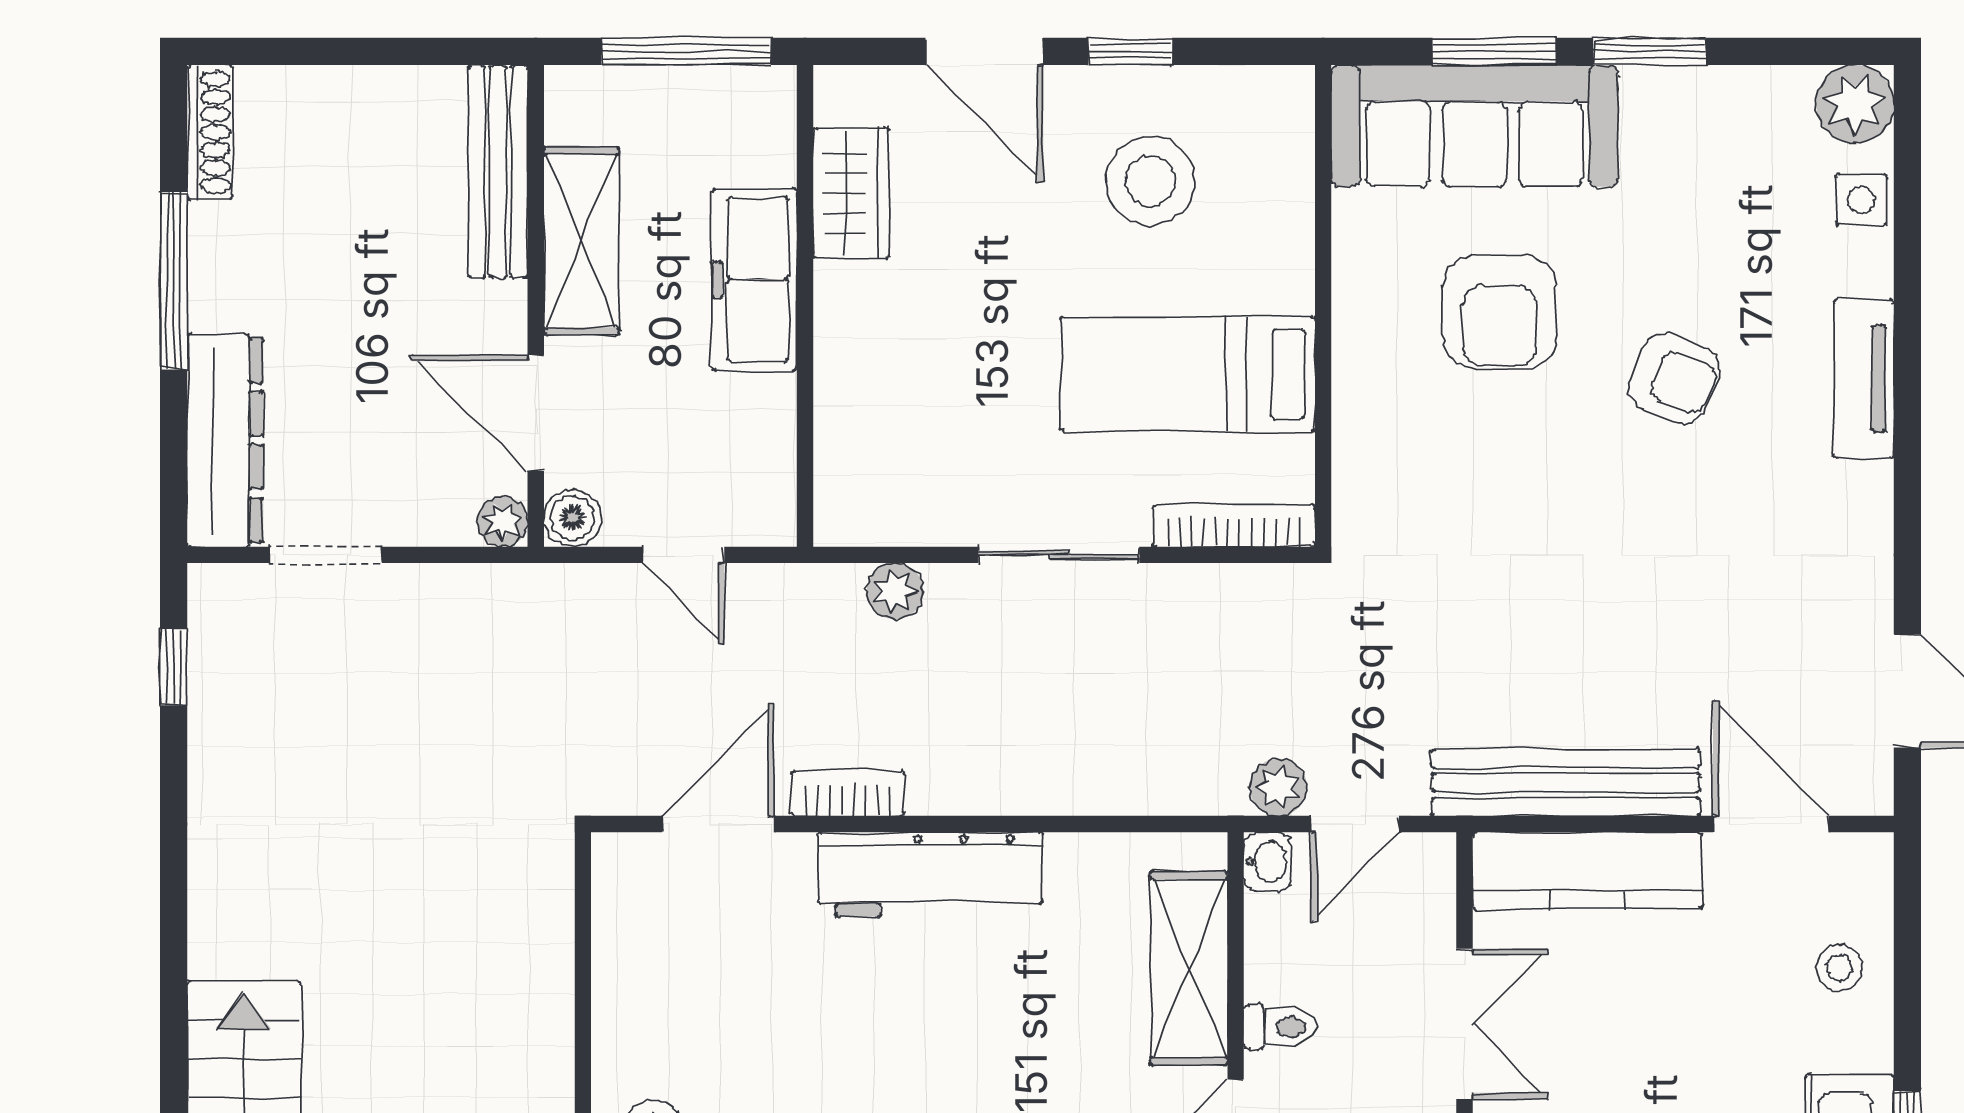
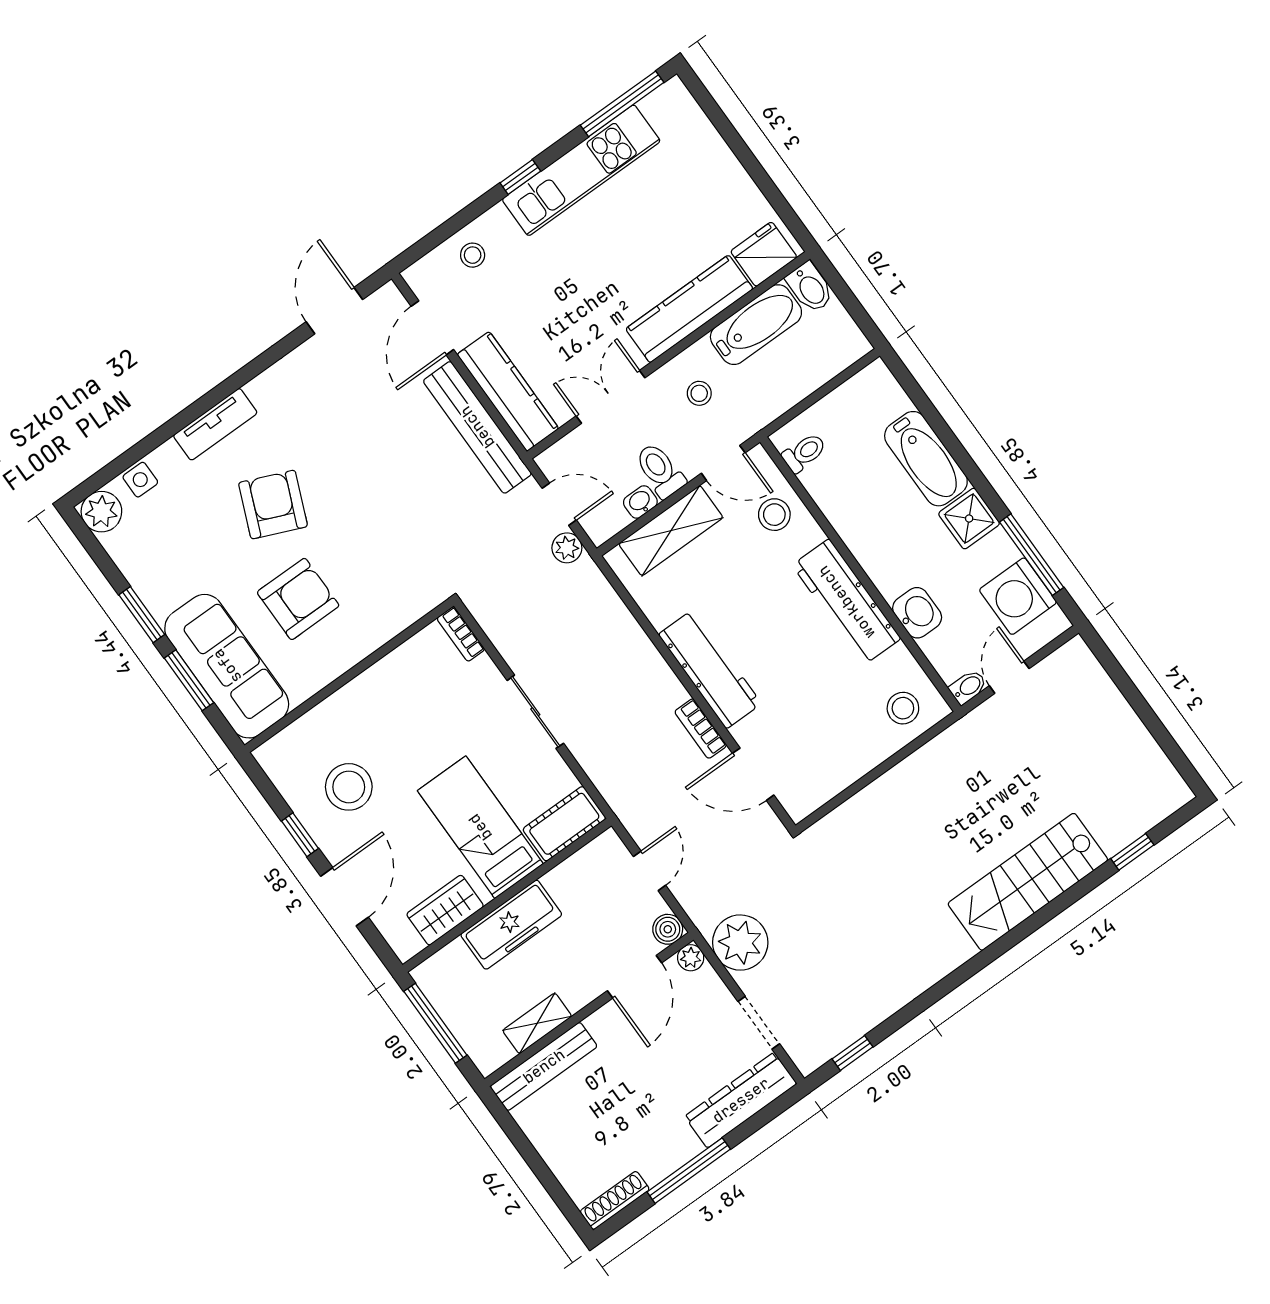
shelving: (581, 241) -> (537, 1023), width x0.67, depth x0.75
bed: (1188, 374) -> (480, 827), moved, turned 180
armchair: (1674, 379) -> (273, 505), width x1.38, depth x1.38
cot: (852, 475) -> (564, 824), added
bookcase: (1234, 526) -> (461, 634), width x0.64
plant: (895, 591) -> (740, 943), moved, width x1.88, depth x1.88
washbasin: (1268, 862) -> (640, 502), moved
toilet: (1280, 1027) -> (660, 470), width x1.37, depth x1.39

